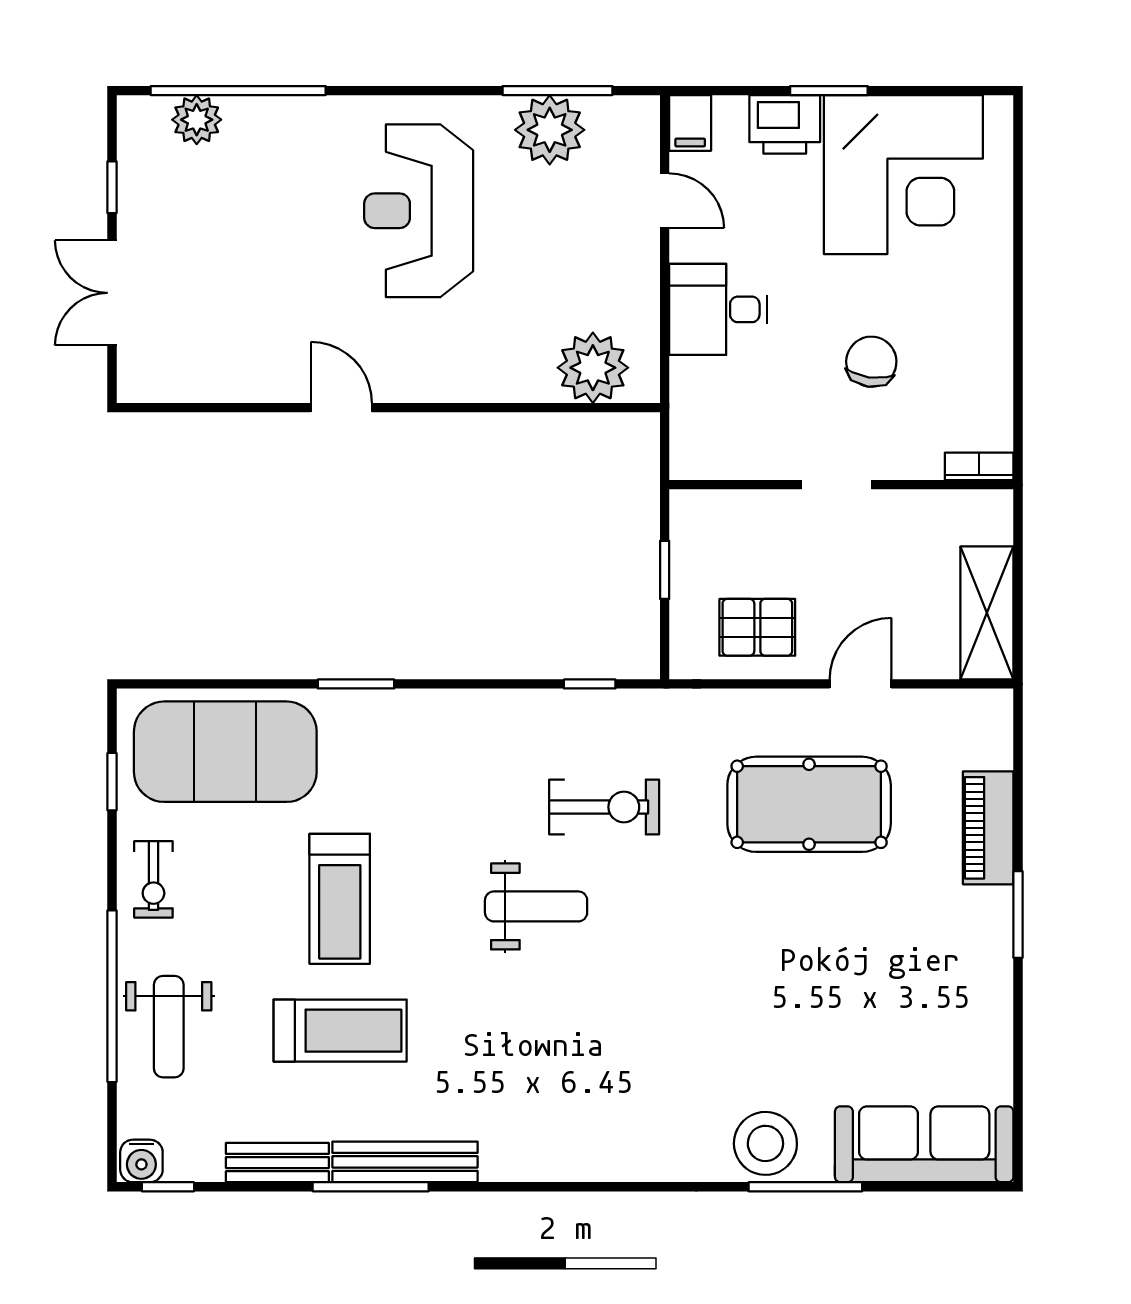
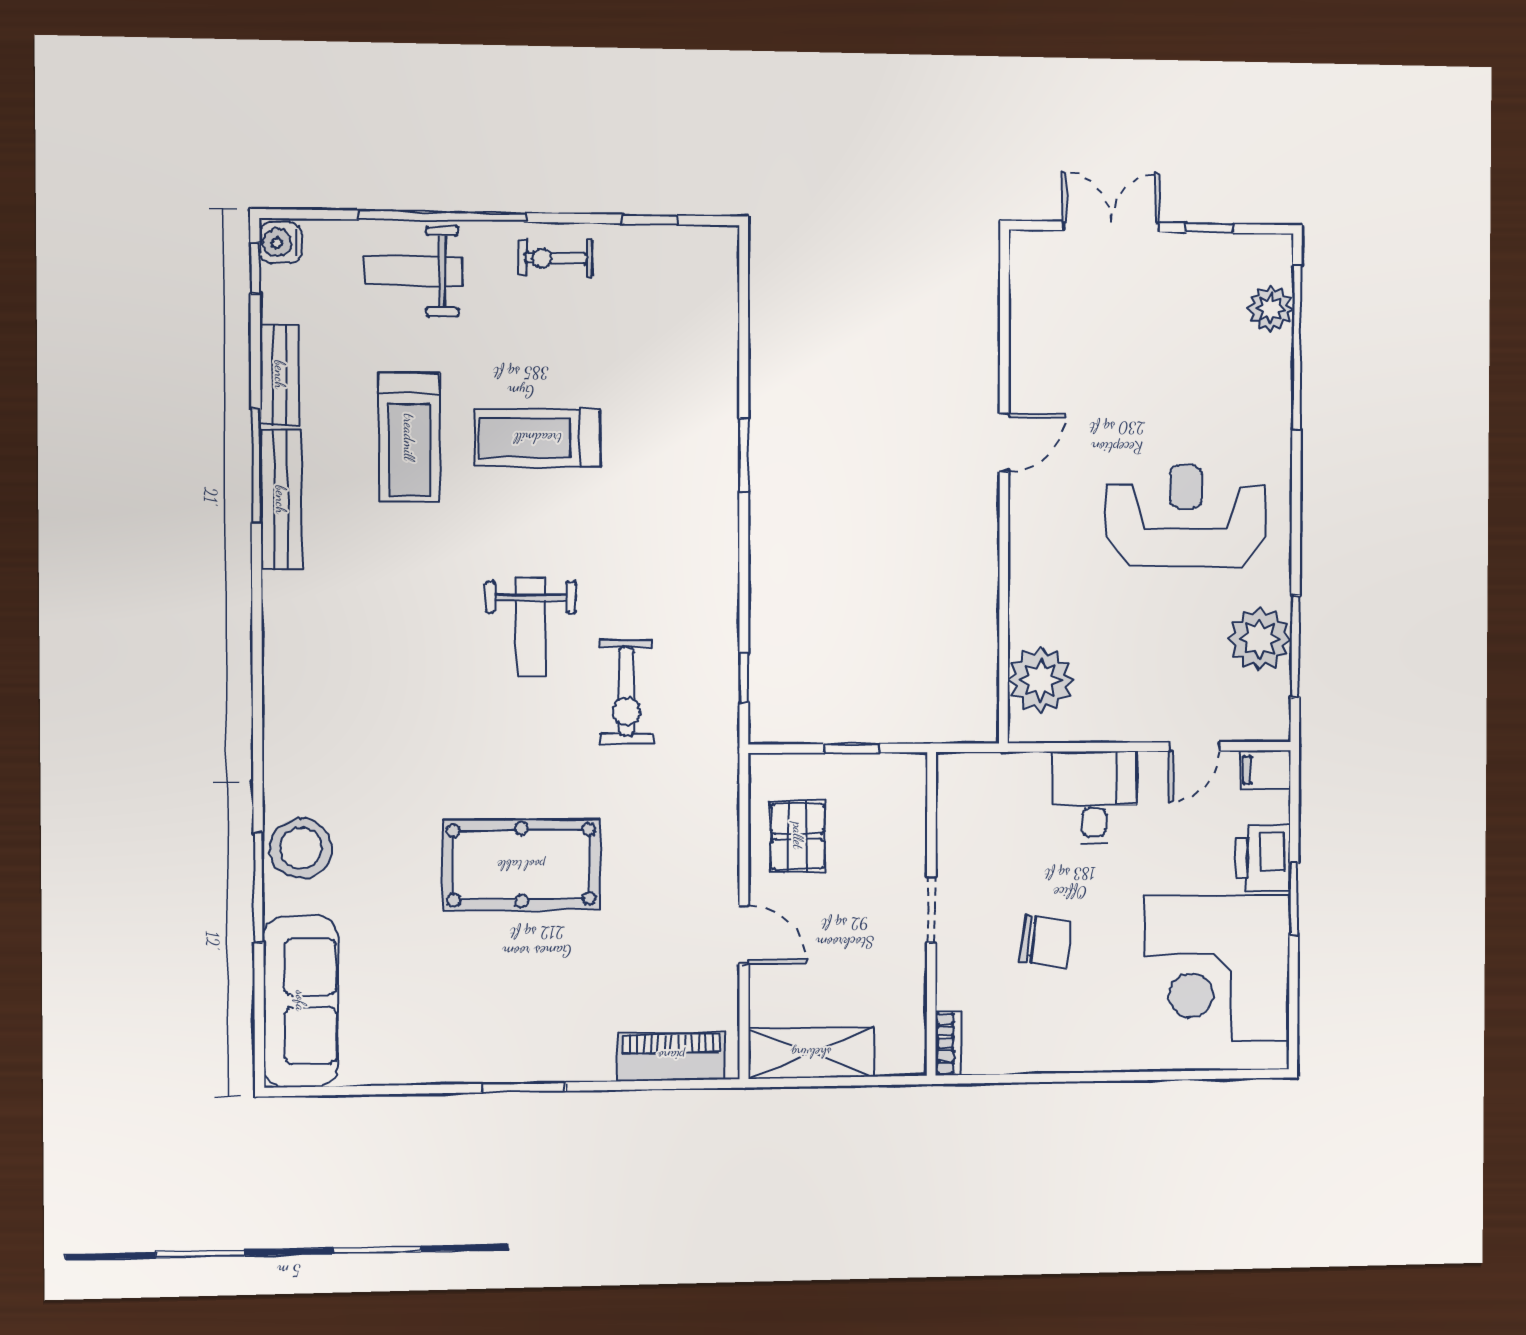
exercise mat: (225, 752) -> (679, 329), removed
pool table: (809, 804) -> (521, 865), moved, turned 90
piano: (988, 828) -> (671, 1056), moved

